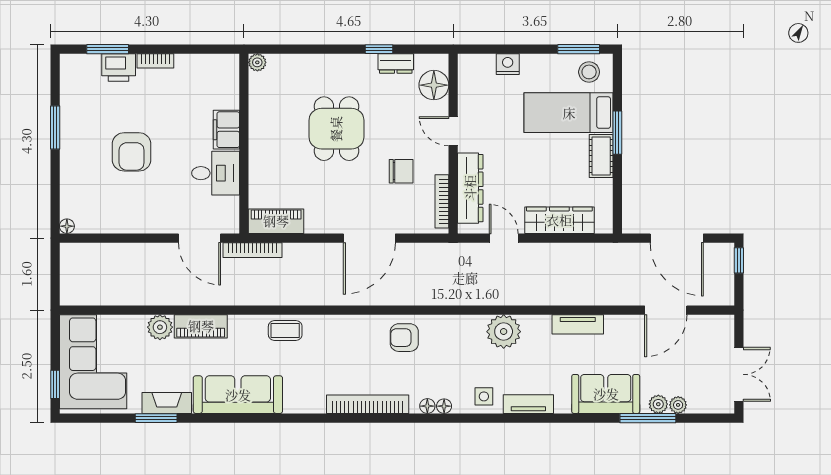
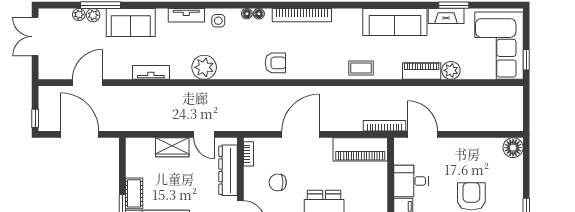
bookcase: (442, 201) -> (248, 154), width x0.64
wardrobe: (559, 220) -> (172, 147), width x0.67
piano: (276, 221) -> (360, 149), width x1.37, depth x1.33
floor lamp: (67, 226) -> (513, 148), width x1.89, depth x1.89
window: (55, 384) -> (526, 60), moved

